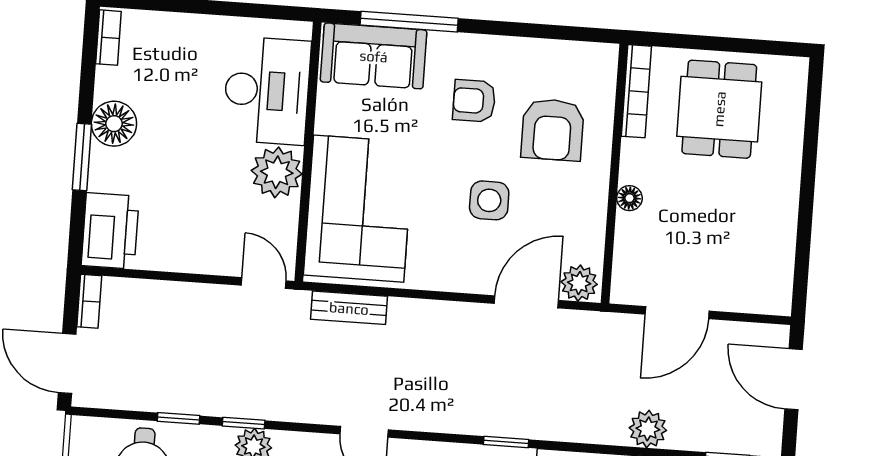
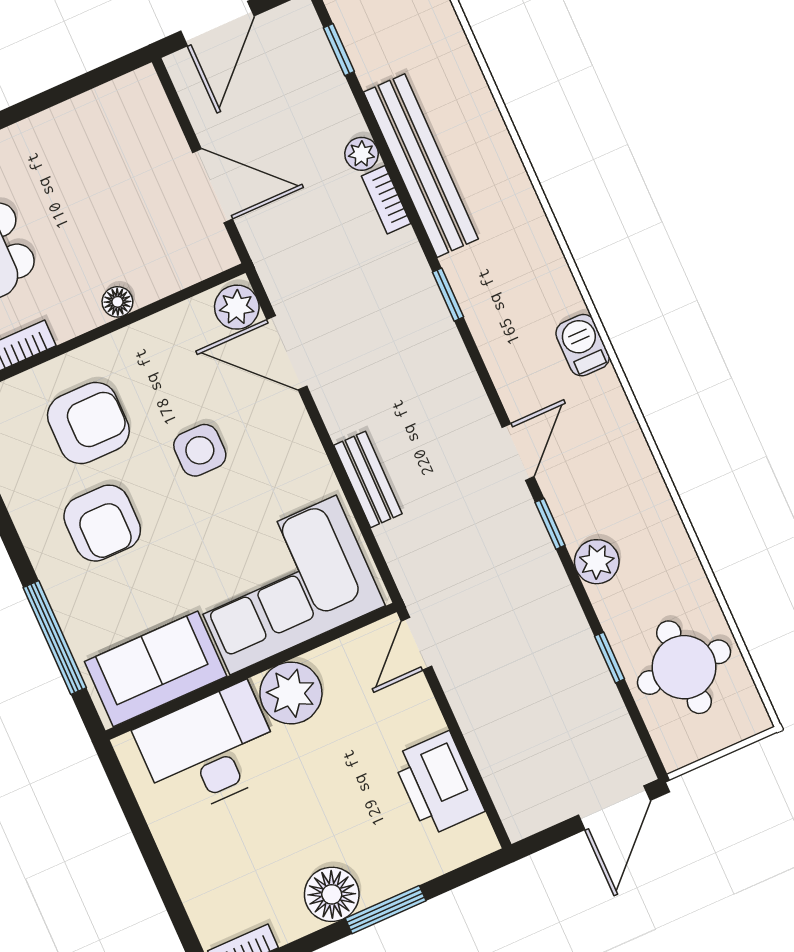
sofa: (374, 56) -> (156, 669), moved, turned -90
armchair: (474, 101) -> (102, 523), width x1.38, depth x1.38
printer: (110, 231) -> (438, 784), moved, turned -90
bookcase: (89, 301) -> (386, 200), moved, turned -90
bench: (349, 308) -> (368, 479), moved
window: (244, 423) -> (550, 524), moved
plant: (648, 429) -> (362, 154), width x0.73, depth x0.73

